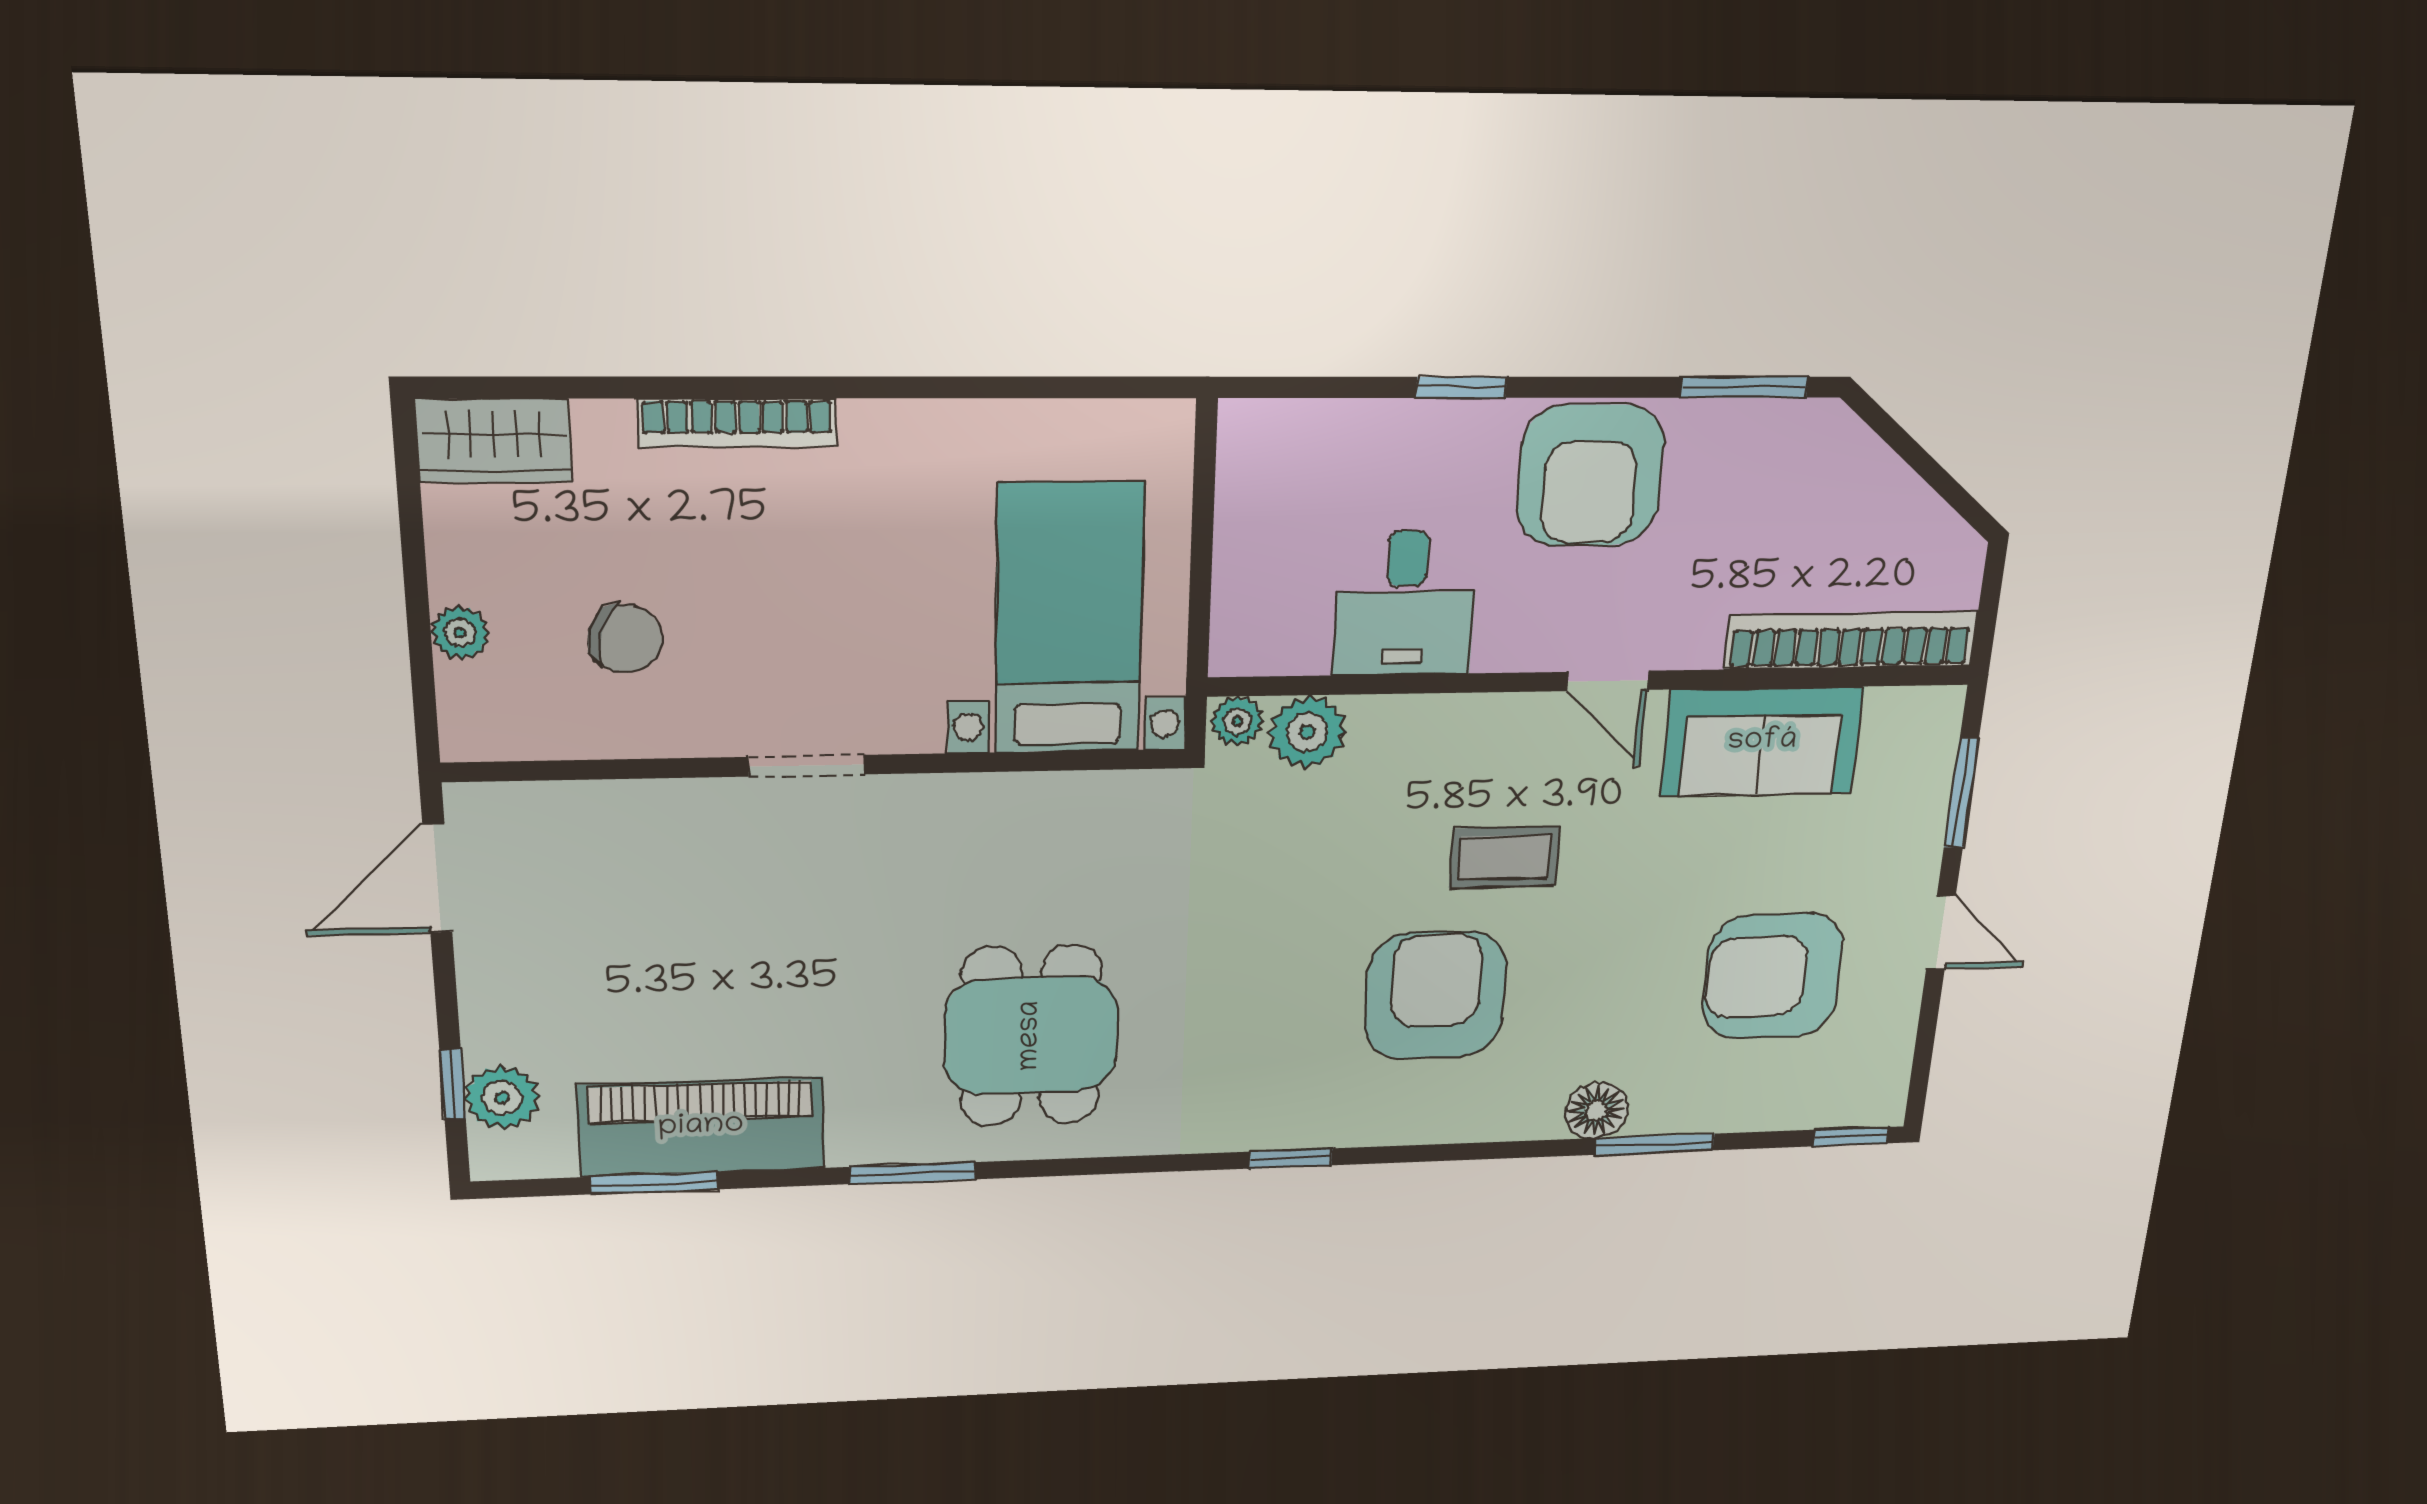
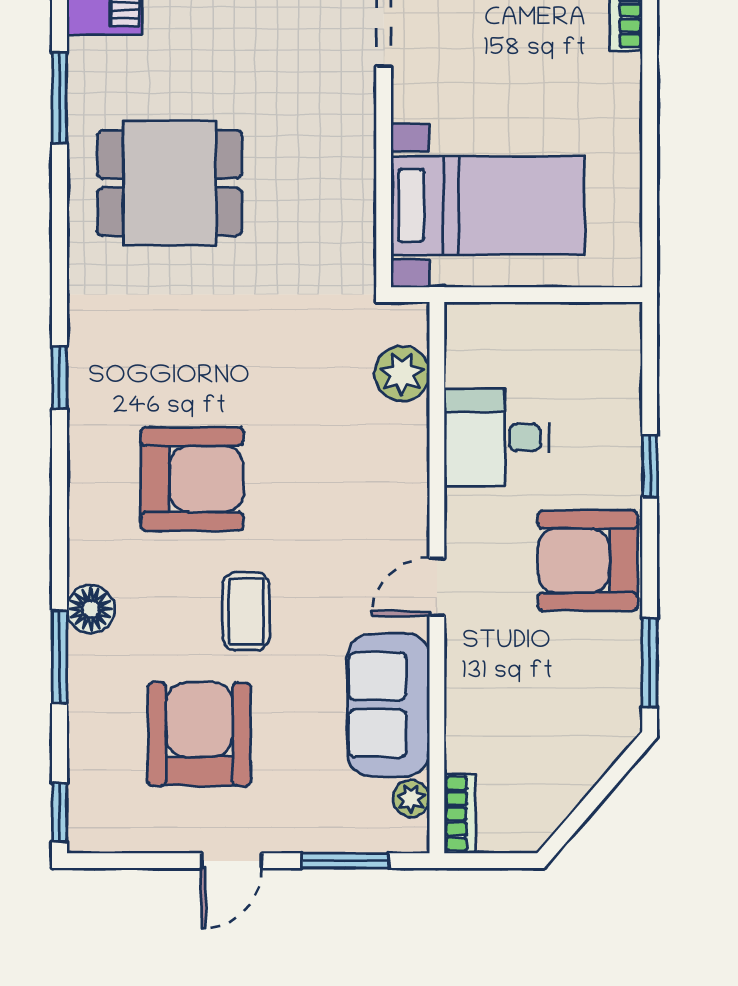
bookcase: (1851, 640) -> (460, 814), width x0.43, depth x0.76
plant: (1237, 721) -> (411, 798), moved
coffee table: (1504, 857) -> (246, 611), moved

